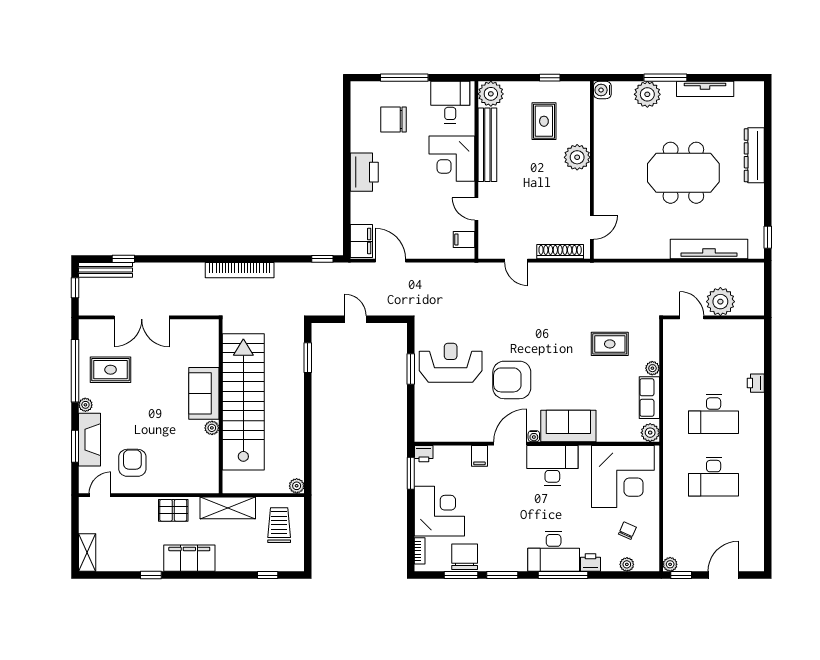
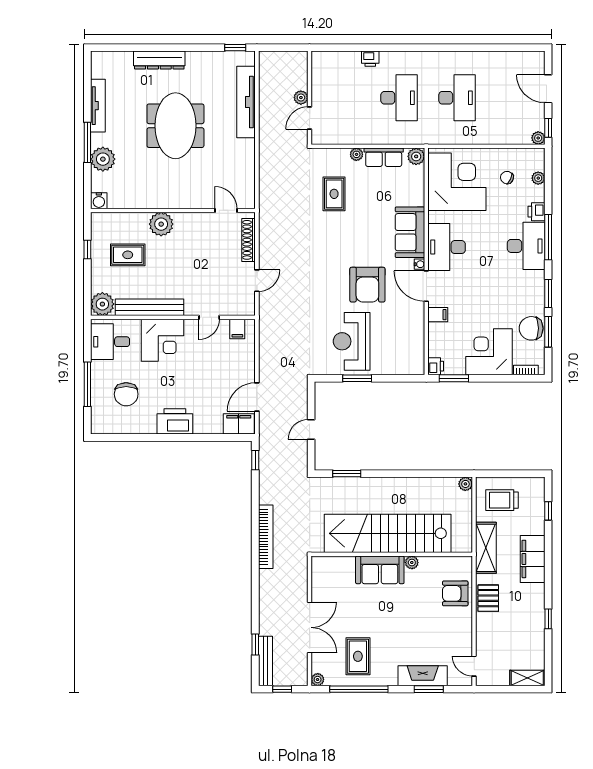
plant: (720, 302) -> (301, 98), width x0.53, depth x0.53
plant: (85, 405) -> (318, 680), moved
armchair: (132, 463) -> (455, 593), moved
filing cabinet: (189, 558) -> (533, 559), moved

